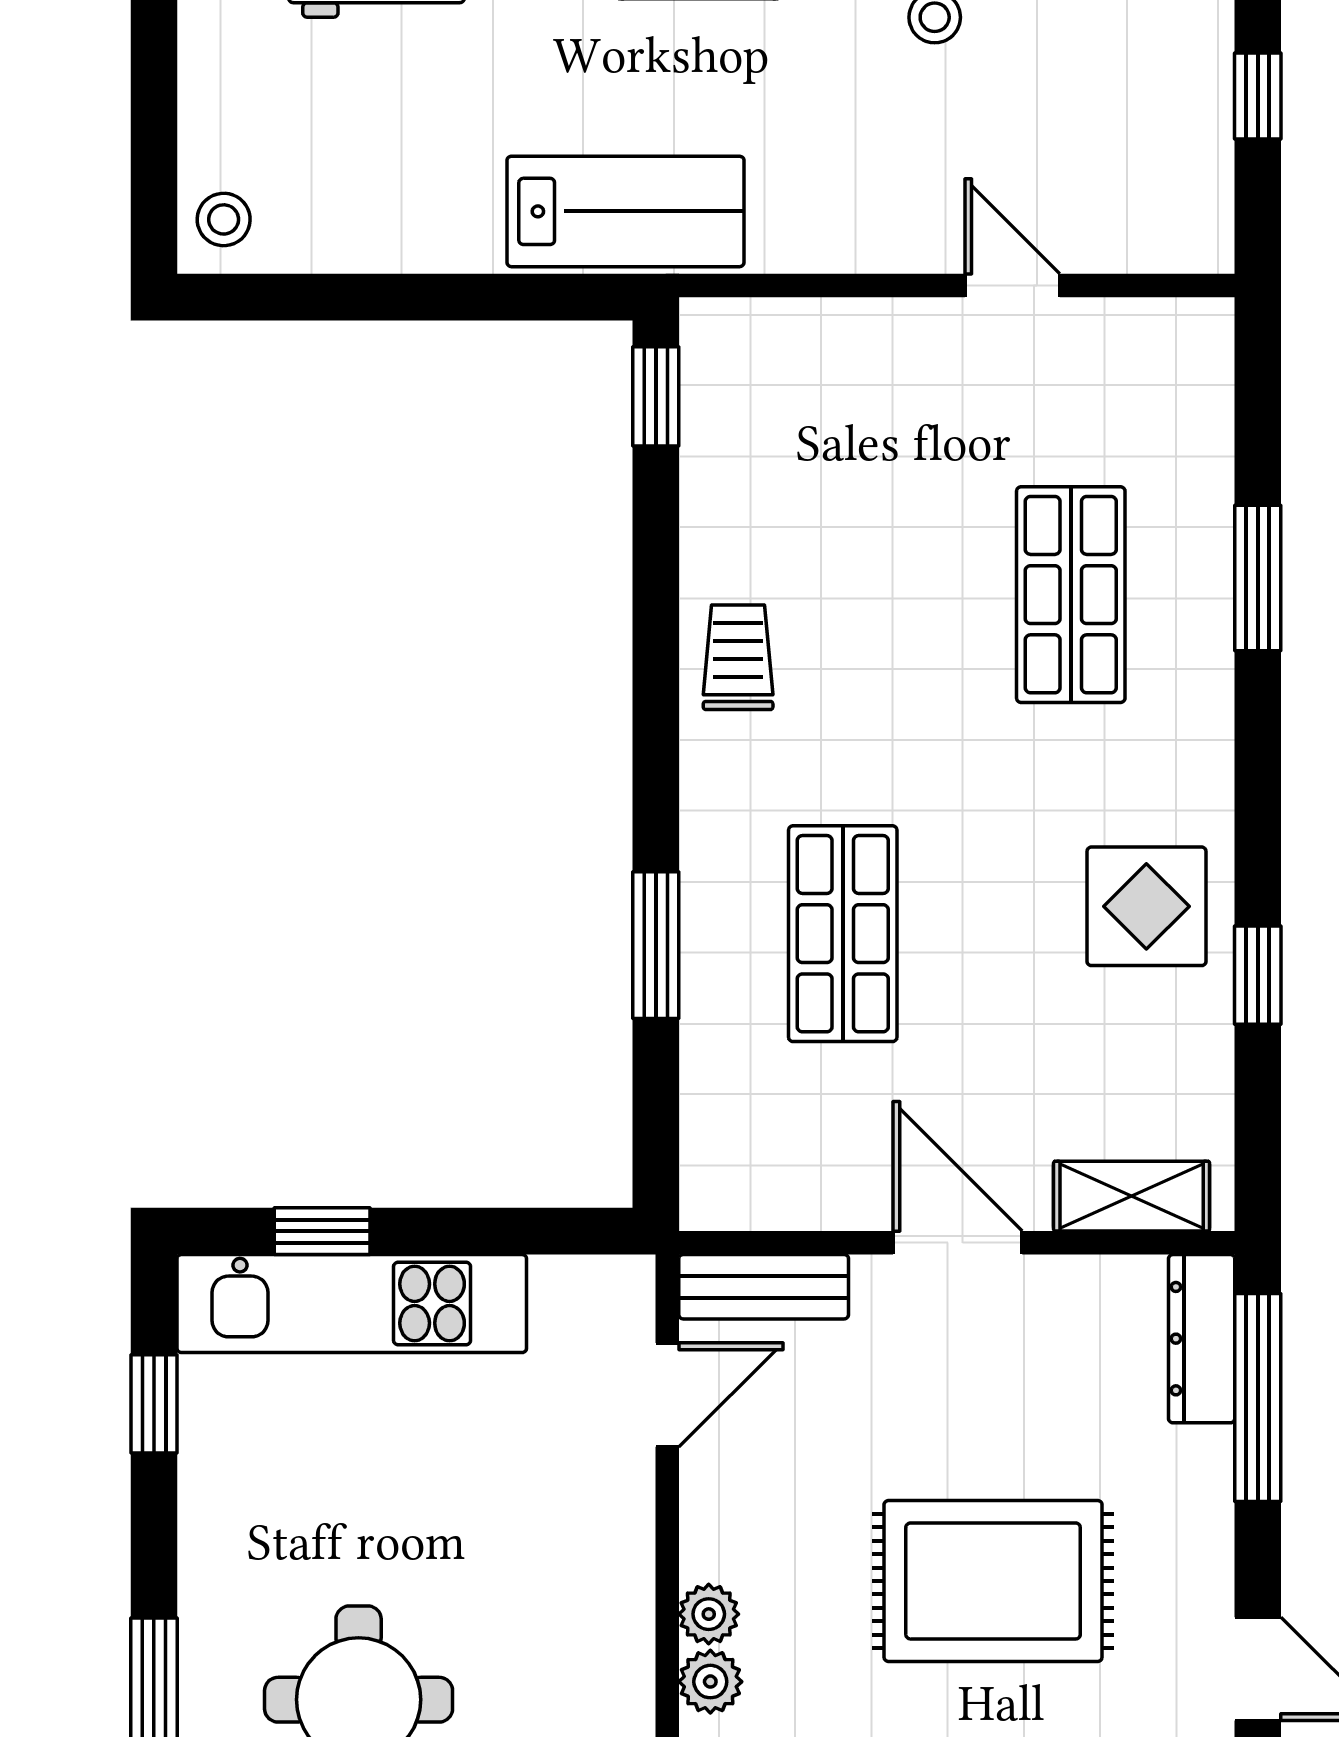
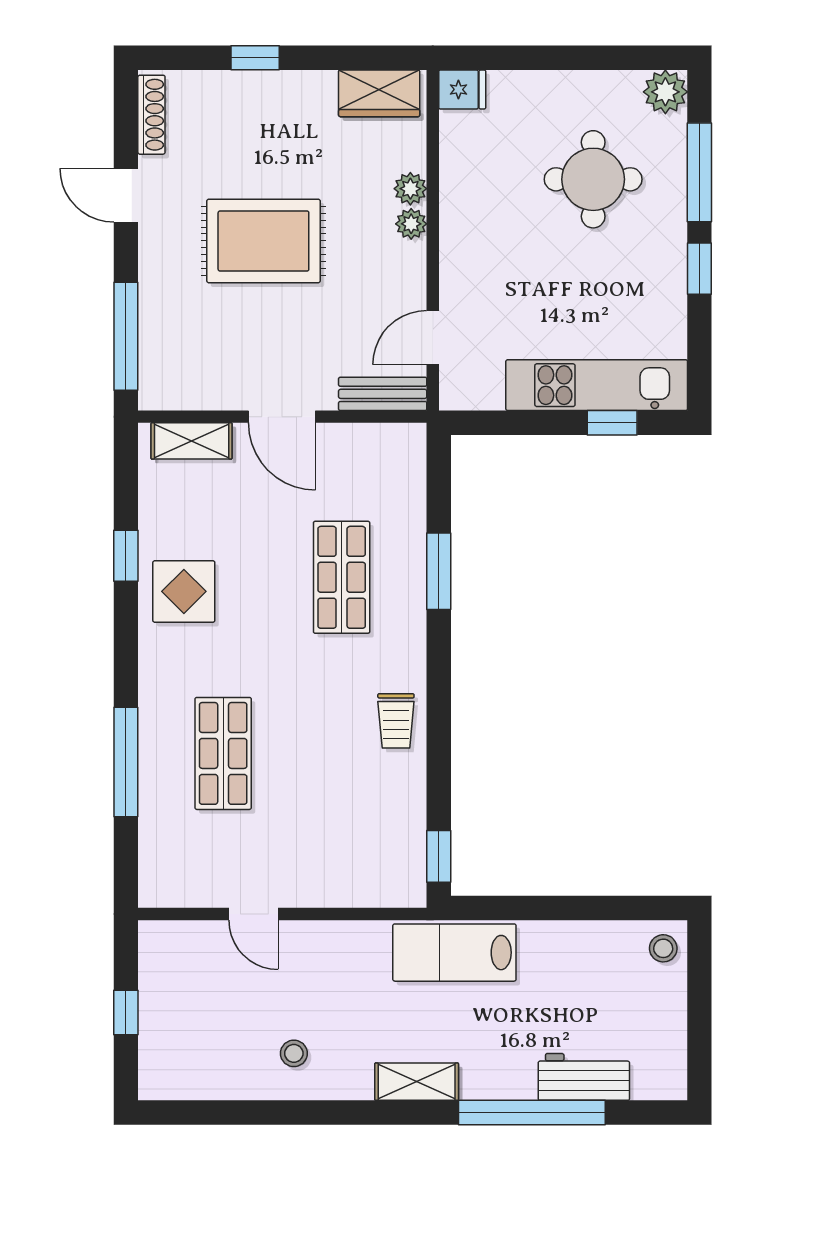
window: (1258, 578) -> (126, 762), width x1.44
dresser: (1202, 1339) -> (155, 367), removed
window: (154, 1404) -> (699, 269), moved

